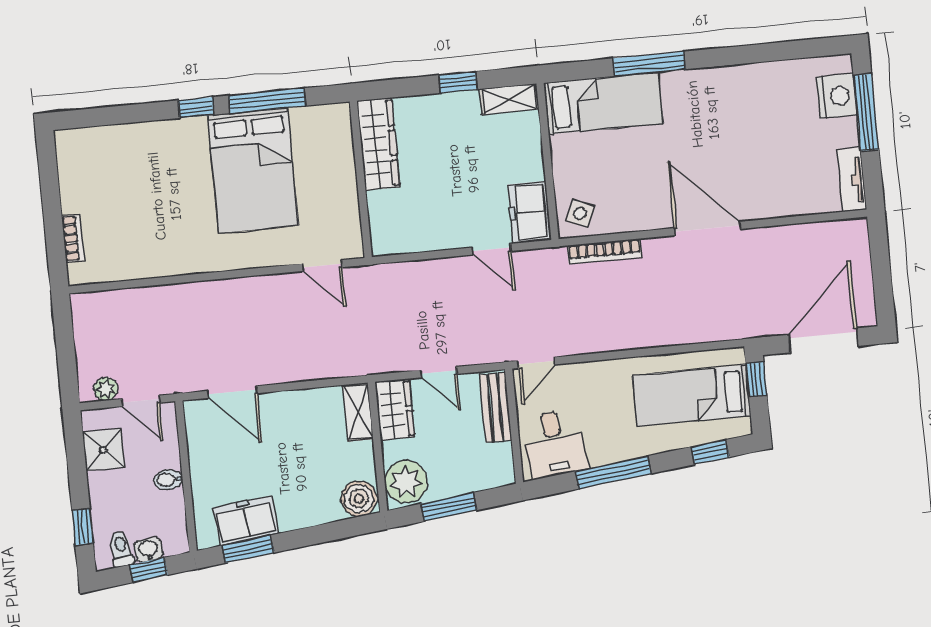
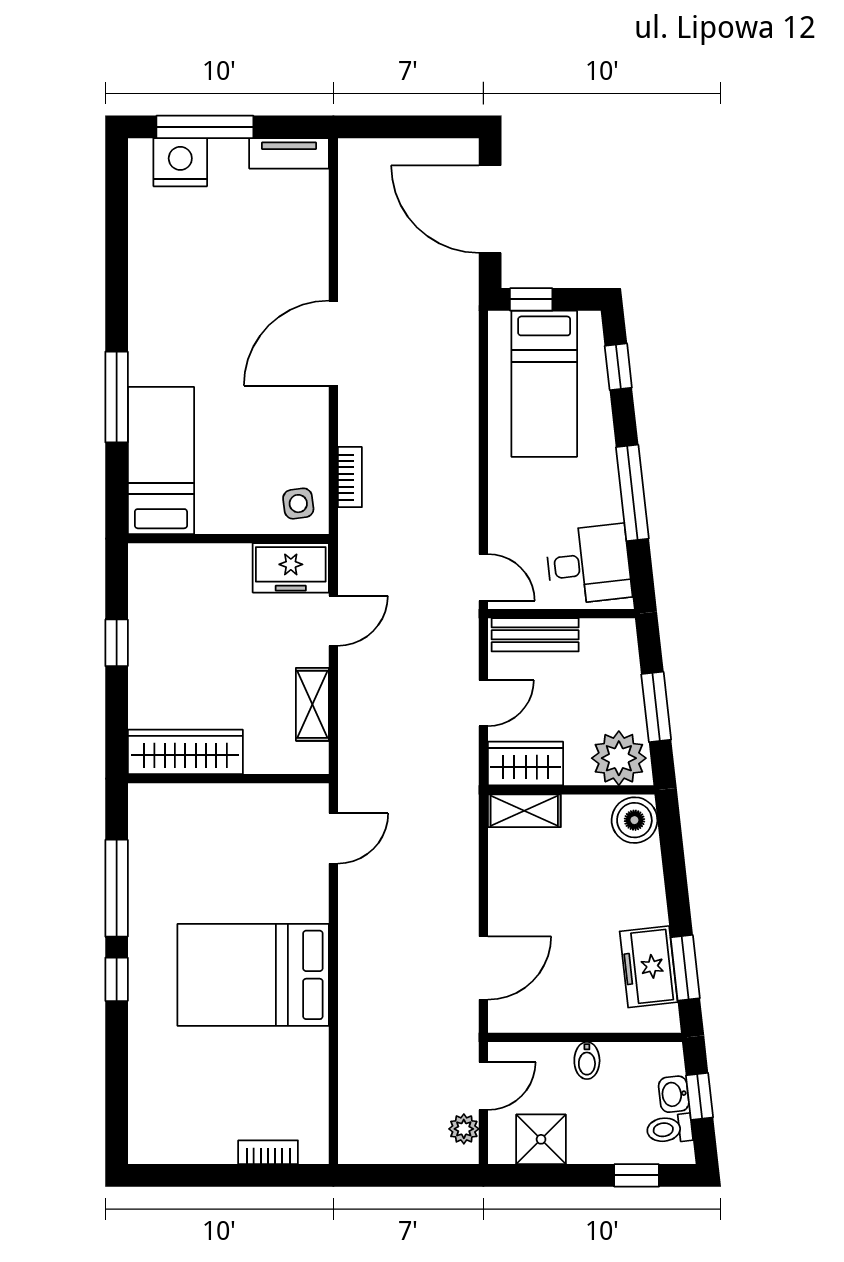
shelving: (509, 99) -> (312, 704), moved
bed: (253, 170) -> (253, 975), moved, turned 180
side table: (580, 213) -> (298, 504), turned -30
bookcase: (604, 251) -> (350, 477), width x0.64

